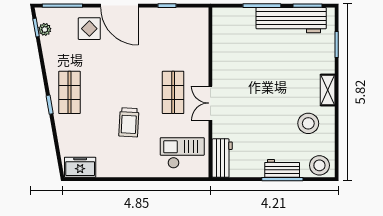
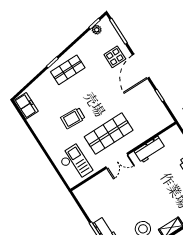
shop shelf: (173, 92) -> (109, 134), width x1.43, depth x1.36
double door: (210, 103) -> (117, 161), swing flipped
workbench: (222, 158) -> (150, 150), moved

